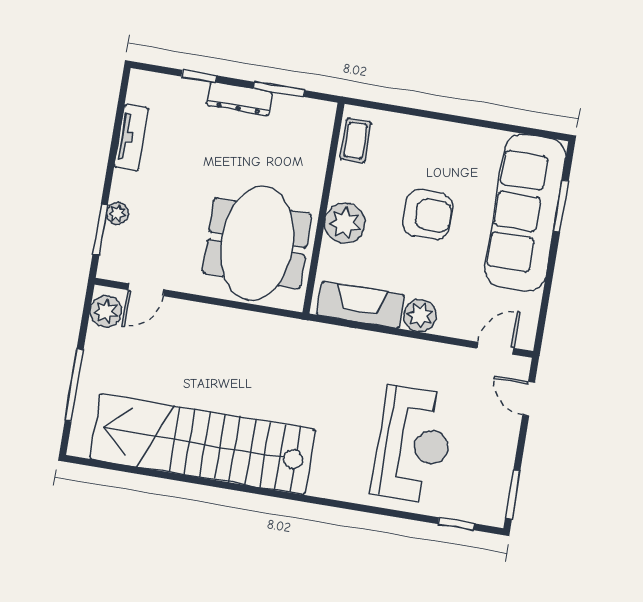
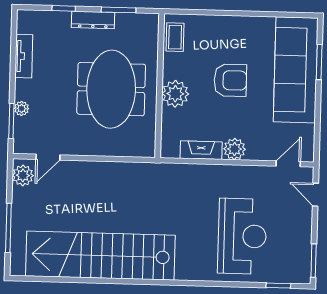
meeting table: (257, 243) -> (111, 89), moved
fireplace: (361, 305) -> (201, 150), width x0.73, depth x0.76

